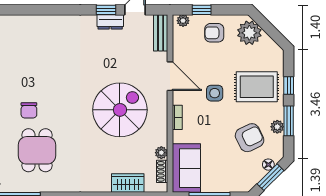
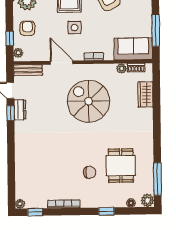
armchair: (214, 33) -> (27, 28), turned 180
door: (170, 76) -> (62, 63), hinge flipped
dining table: (37, 150) -> (121, 166), turned 90

